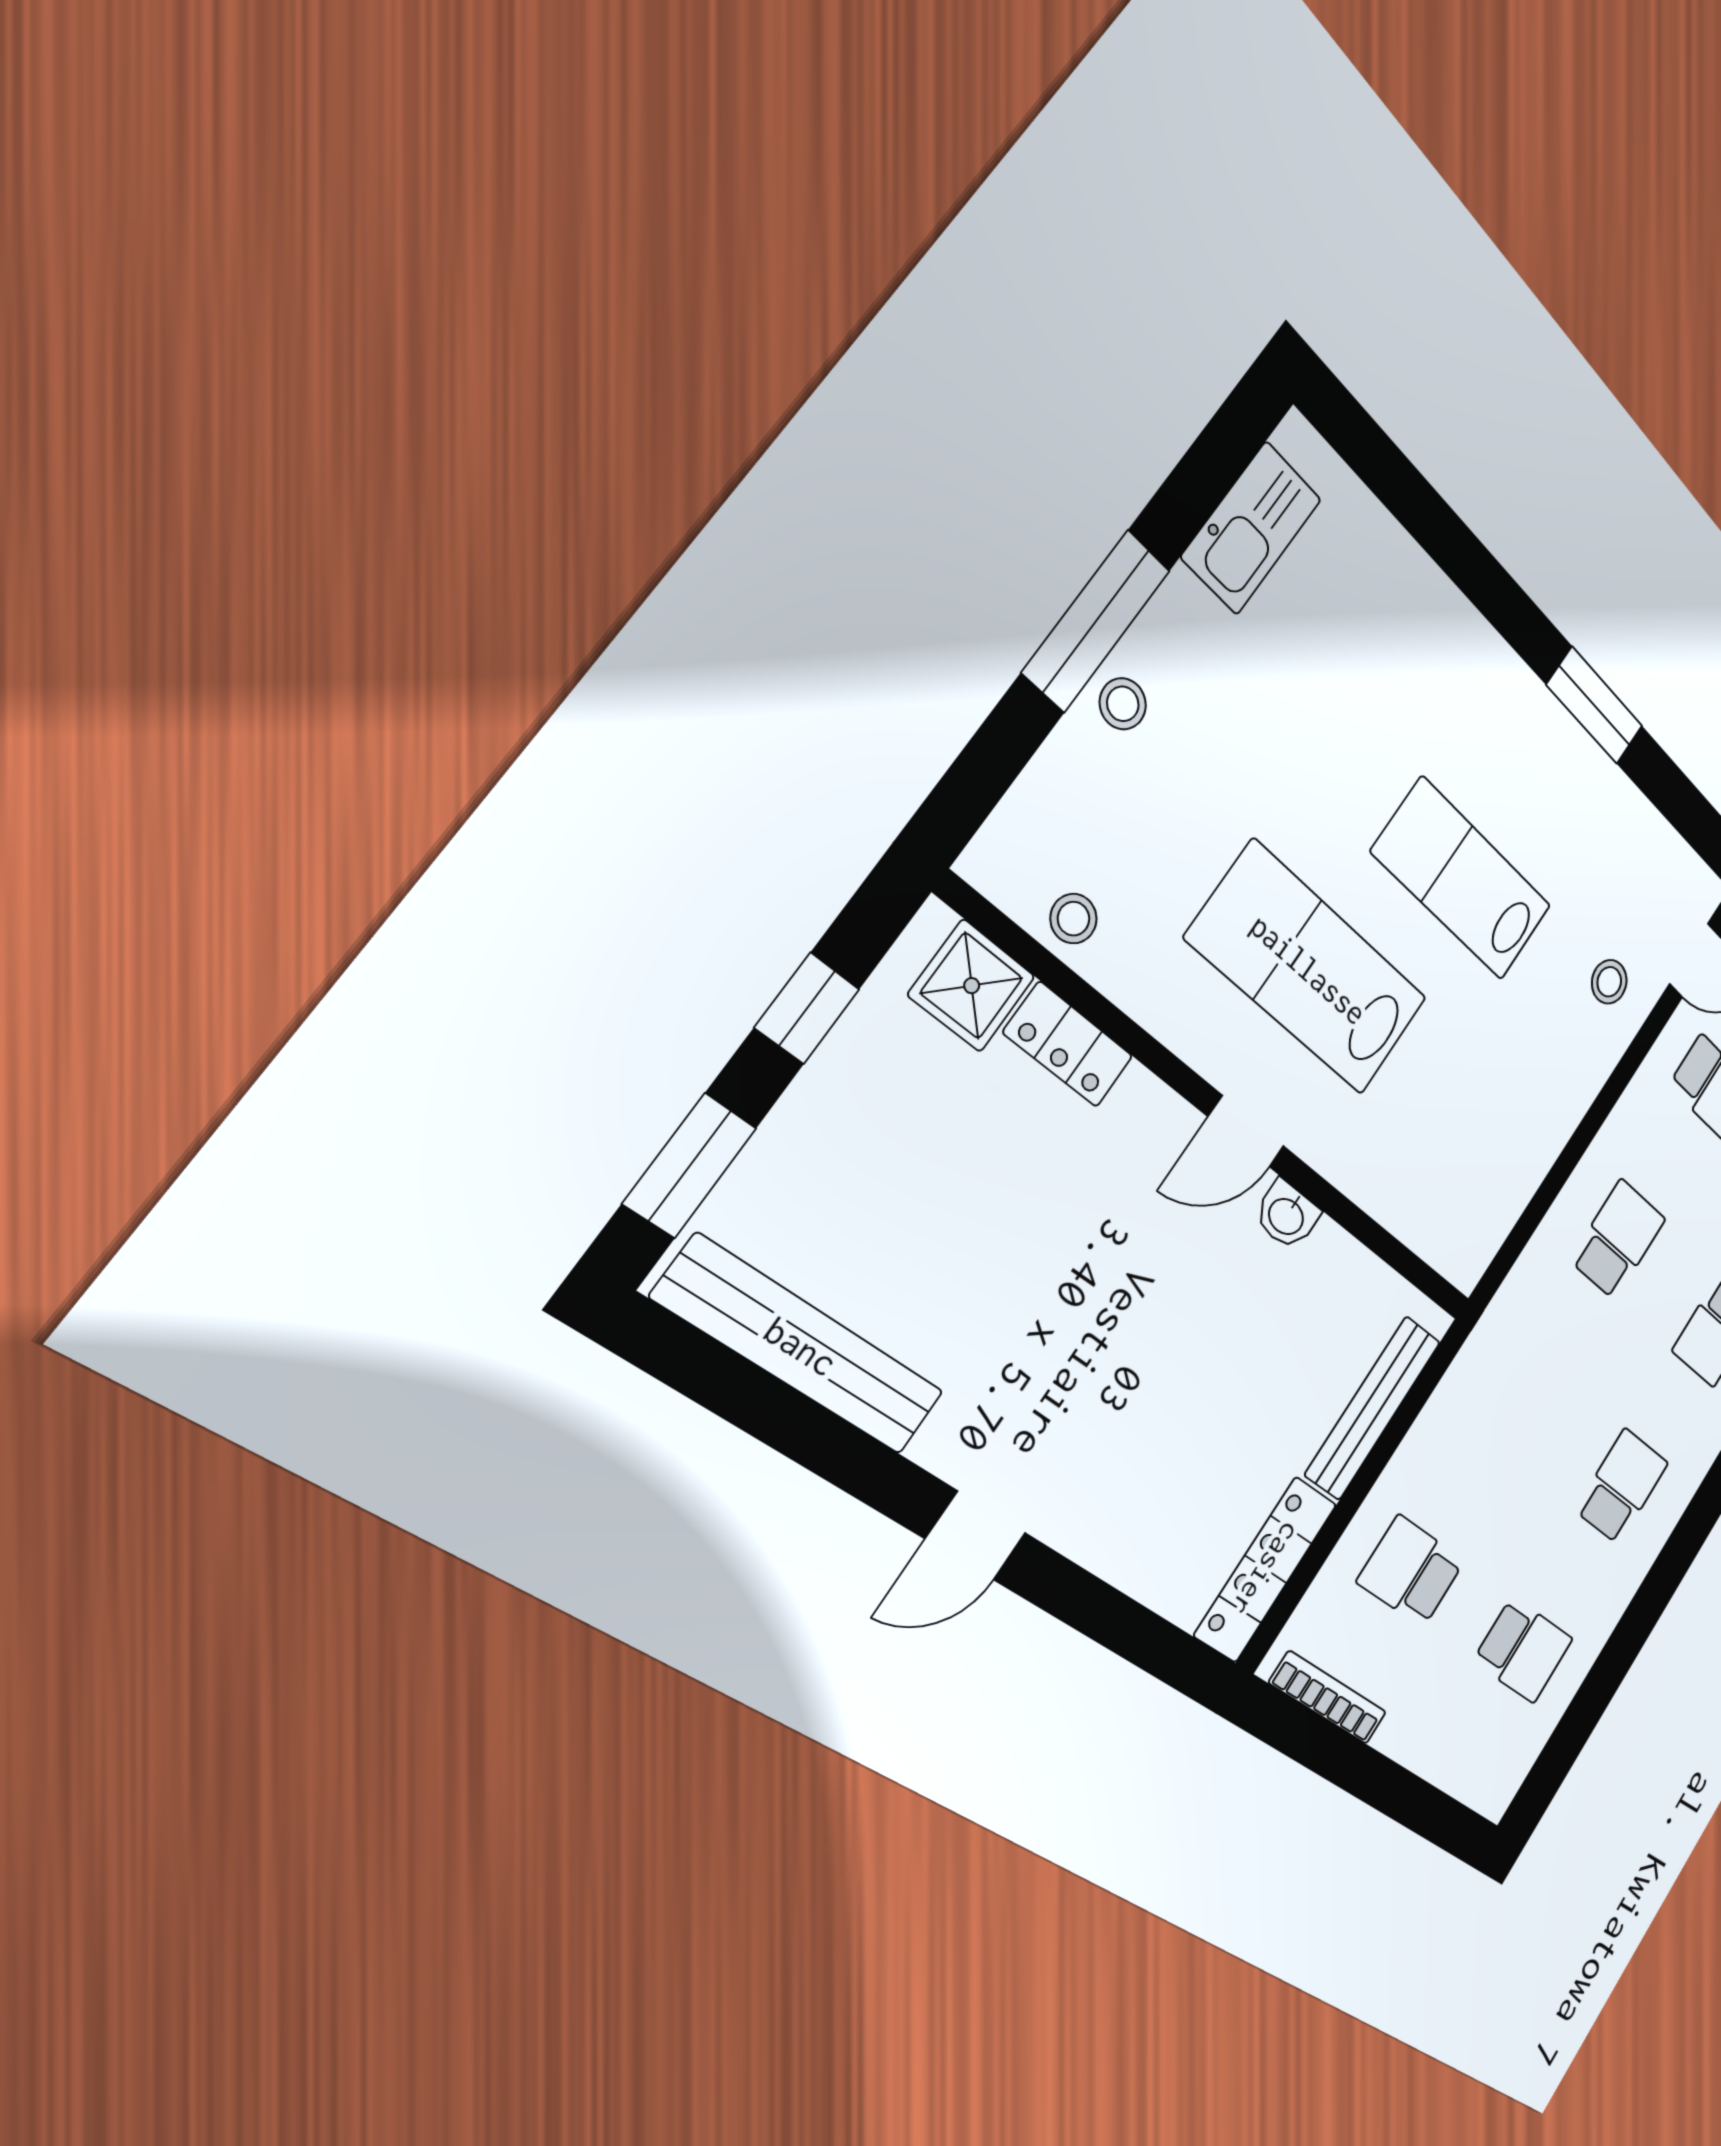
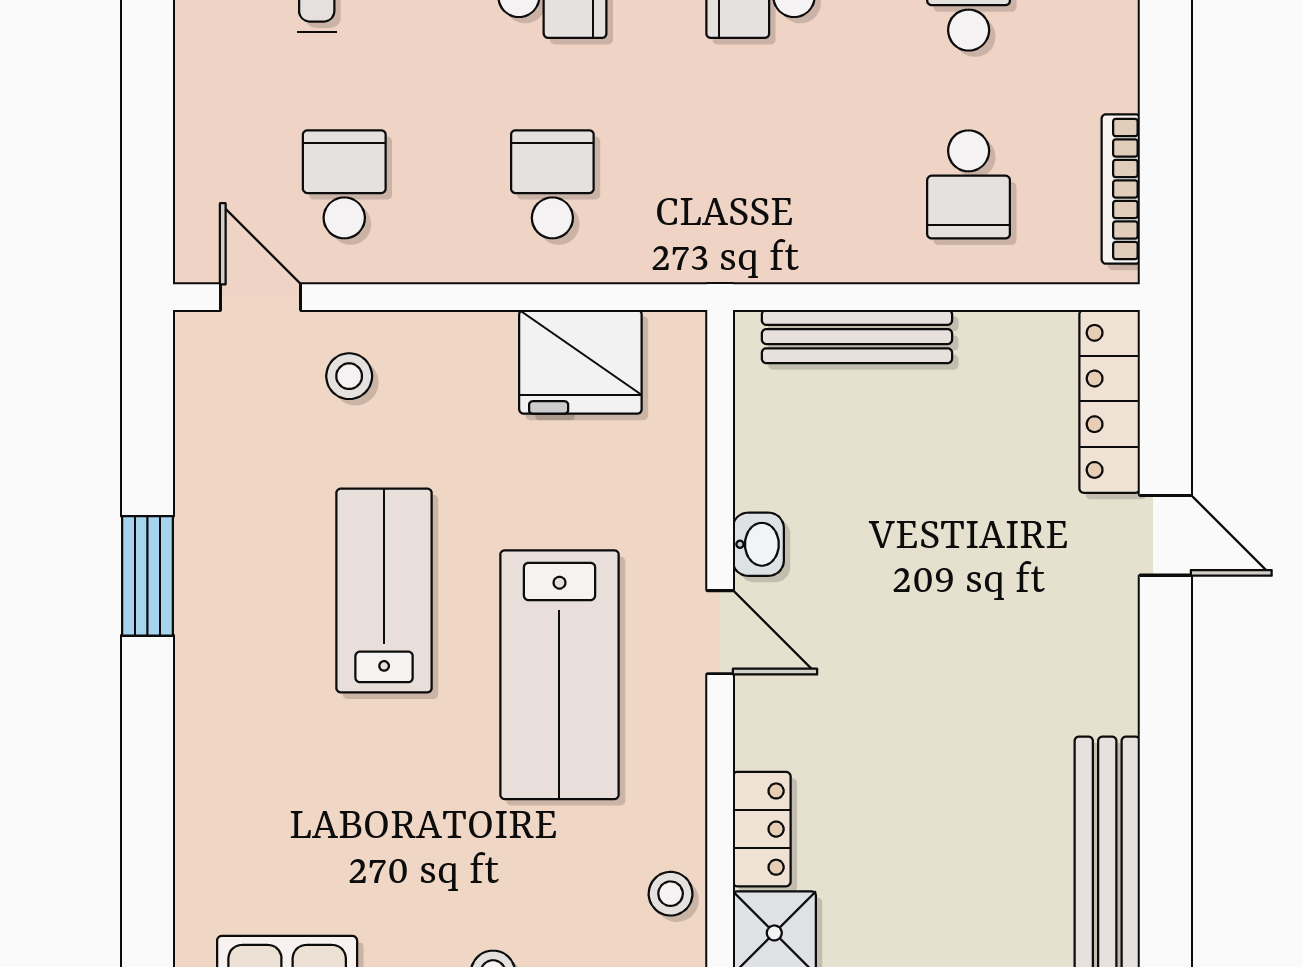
lab bench: (1462, 879) -> (384, 591), turned 180
fridge: (1502, 1170) -> (580, 362), added
school desk: (1618, 1240) -> (552, 184), turned 90
door: (976, 1536) -> (1165, 535), moved
locker: (1266, 1569) -> (1110, 401), moved, turned 90

